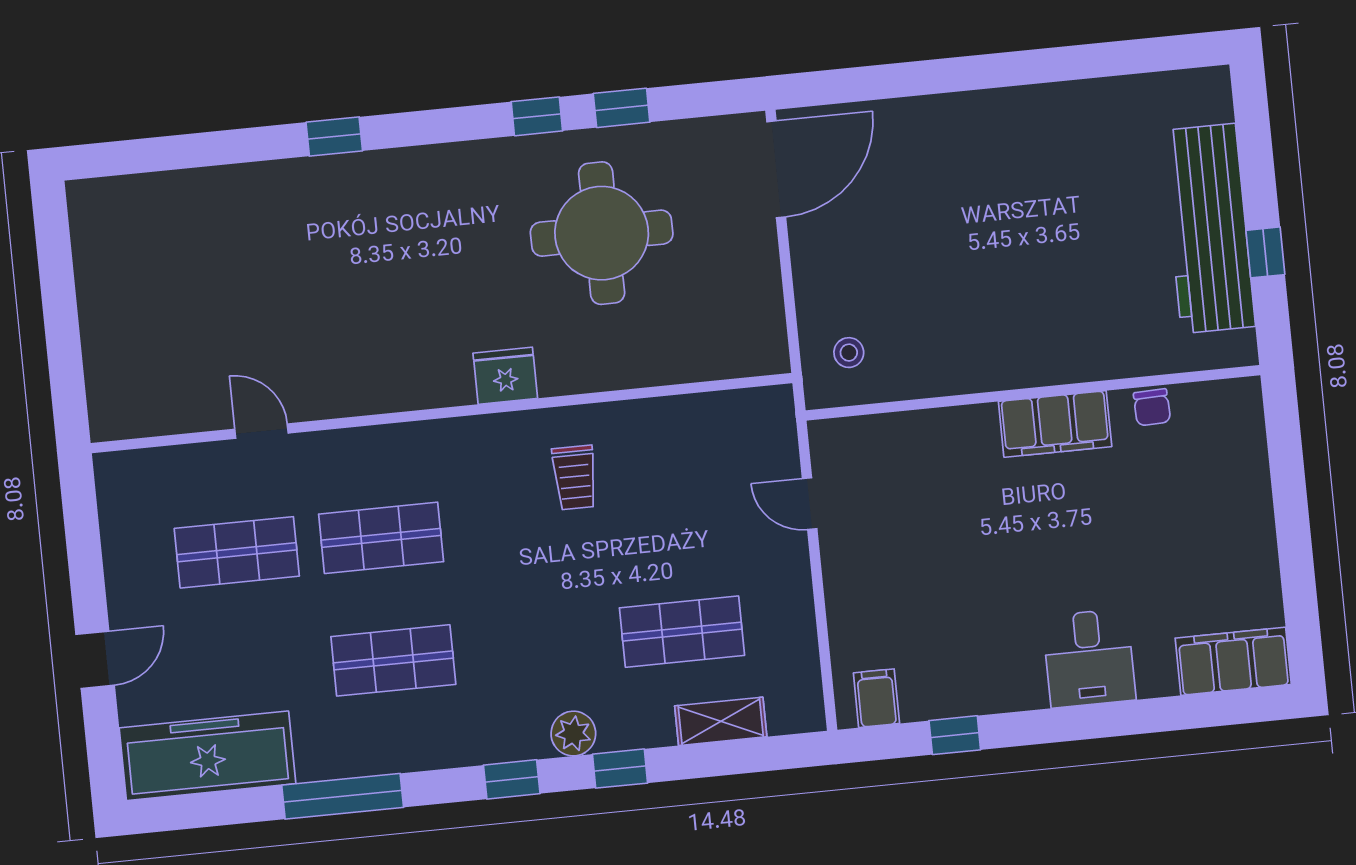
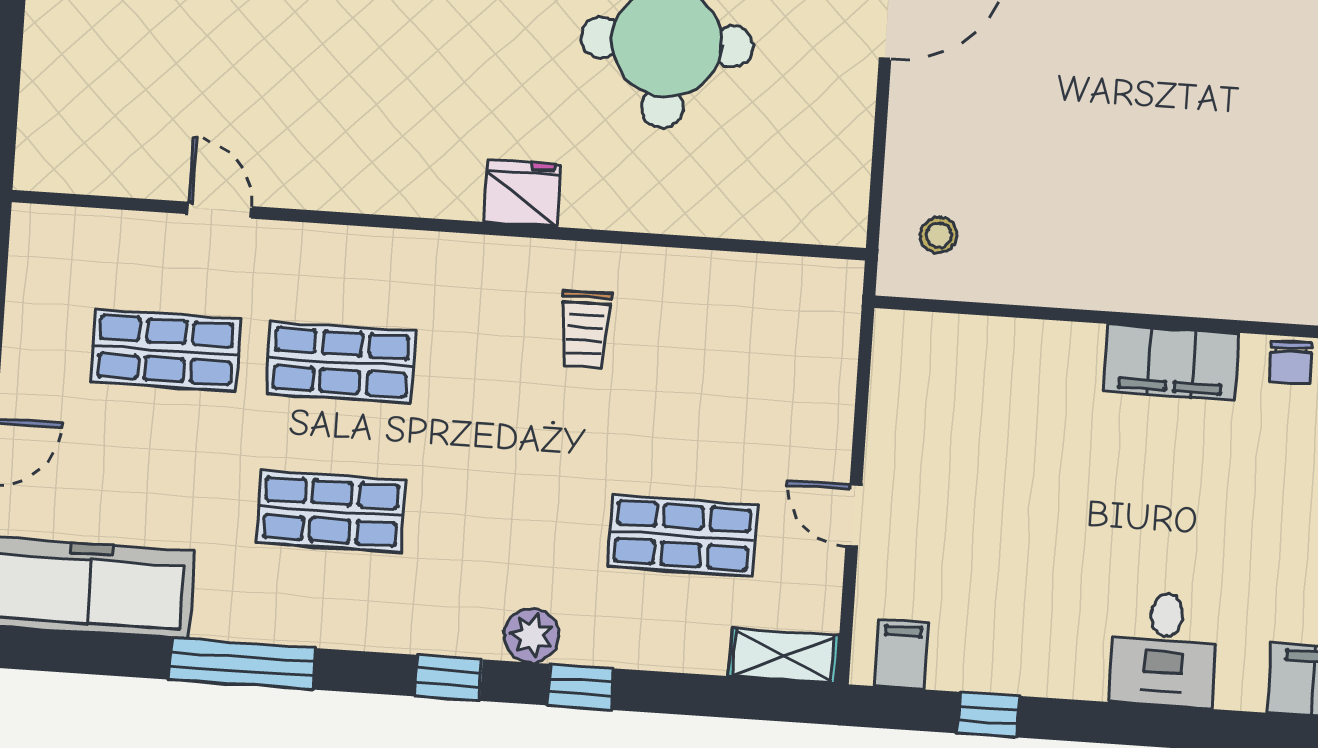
door: (810, 504) -> (854, 516), moved
shelving: (721, 721) -> (784, 656), moved

